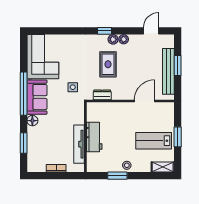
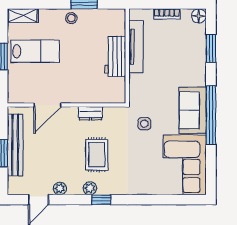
plant: (124, 39) -> (60, 188), moved
dresser: (102, 95) -> (90, 113), moved
floor lamp: (32, 121) -> (199, 16), moved

